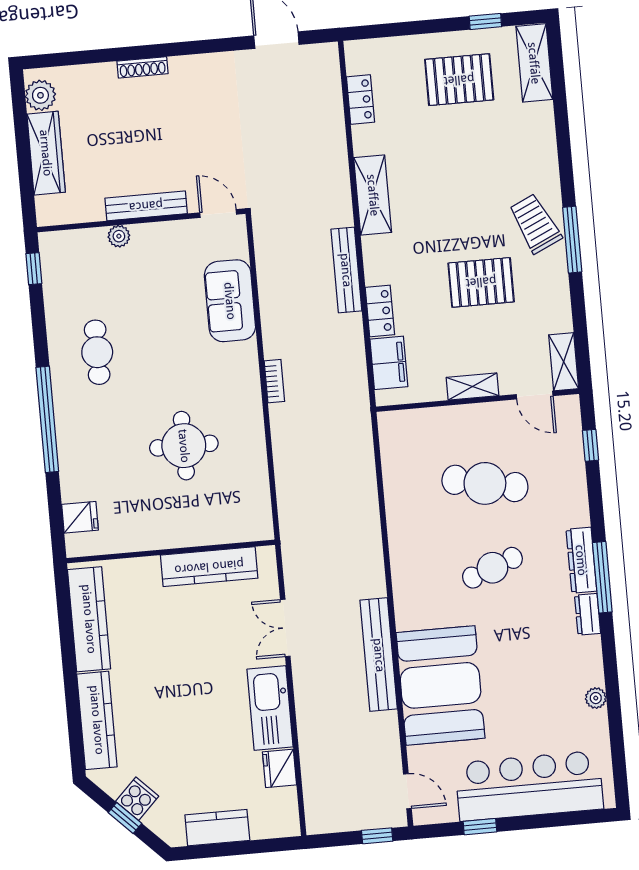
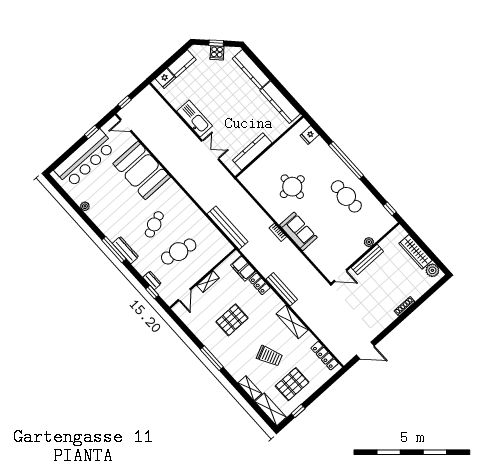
locker: (360, 99) -> (325, 356), width x1.53
trolley: (535, 224) -> (269, 356), moved
sofa: (230, 301) -> (298, 231), moved
cafe table: (97, 352) -> (346, 196), width x1.37, depth x1.35
shelving: (564, 362) -> (250, 388), moved
door: (535, 395) -> (184, 295), swing flipped
dresser: (588, 614) -> (152, 280), moved
bench: (379, 655) -> (227, 228), moved
fridge: (280, 768) -> (165, 78), moved, turned 90

